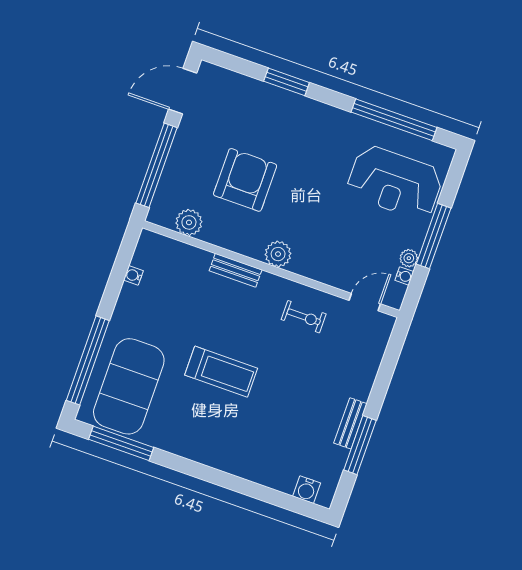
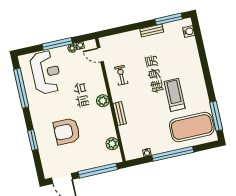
armchair: (245, 180) -> (67, 131), moved
window: (88, 360) -> (173, 154), moved
treadmill: (221, 372) -> (175, 95), moved
window: (360, 445) -> (169, 19), moved

